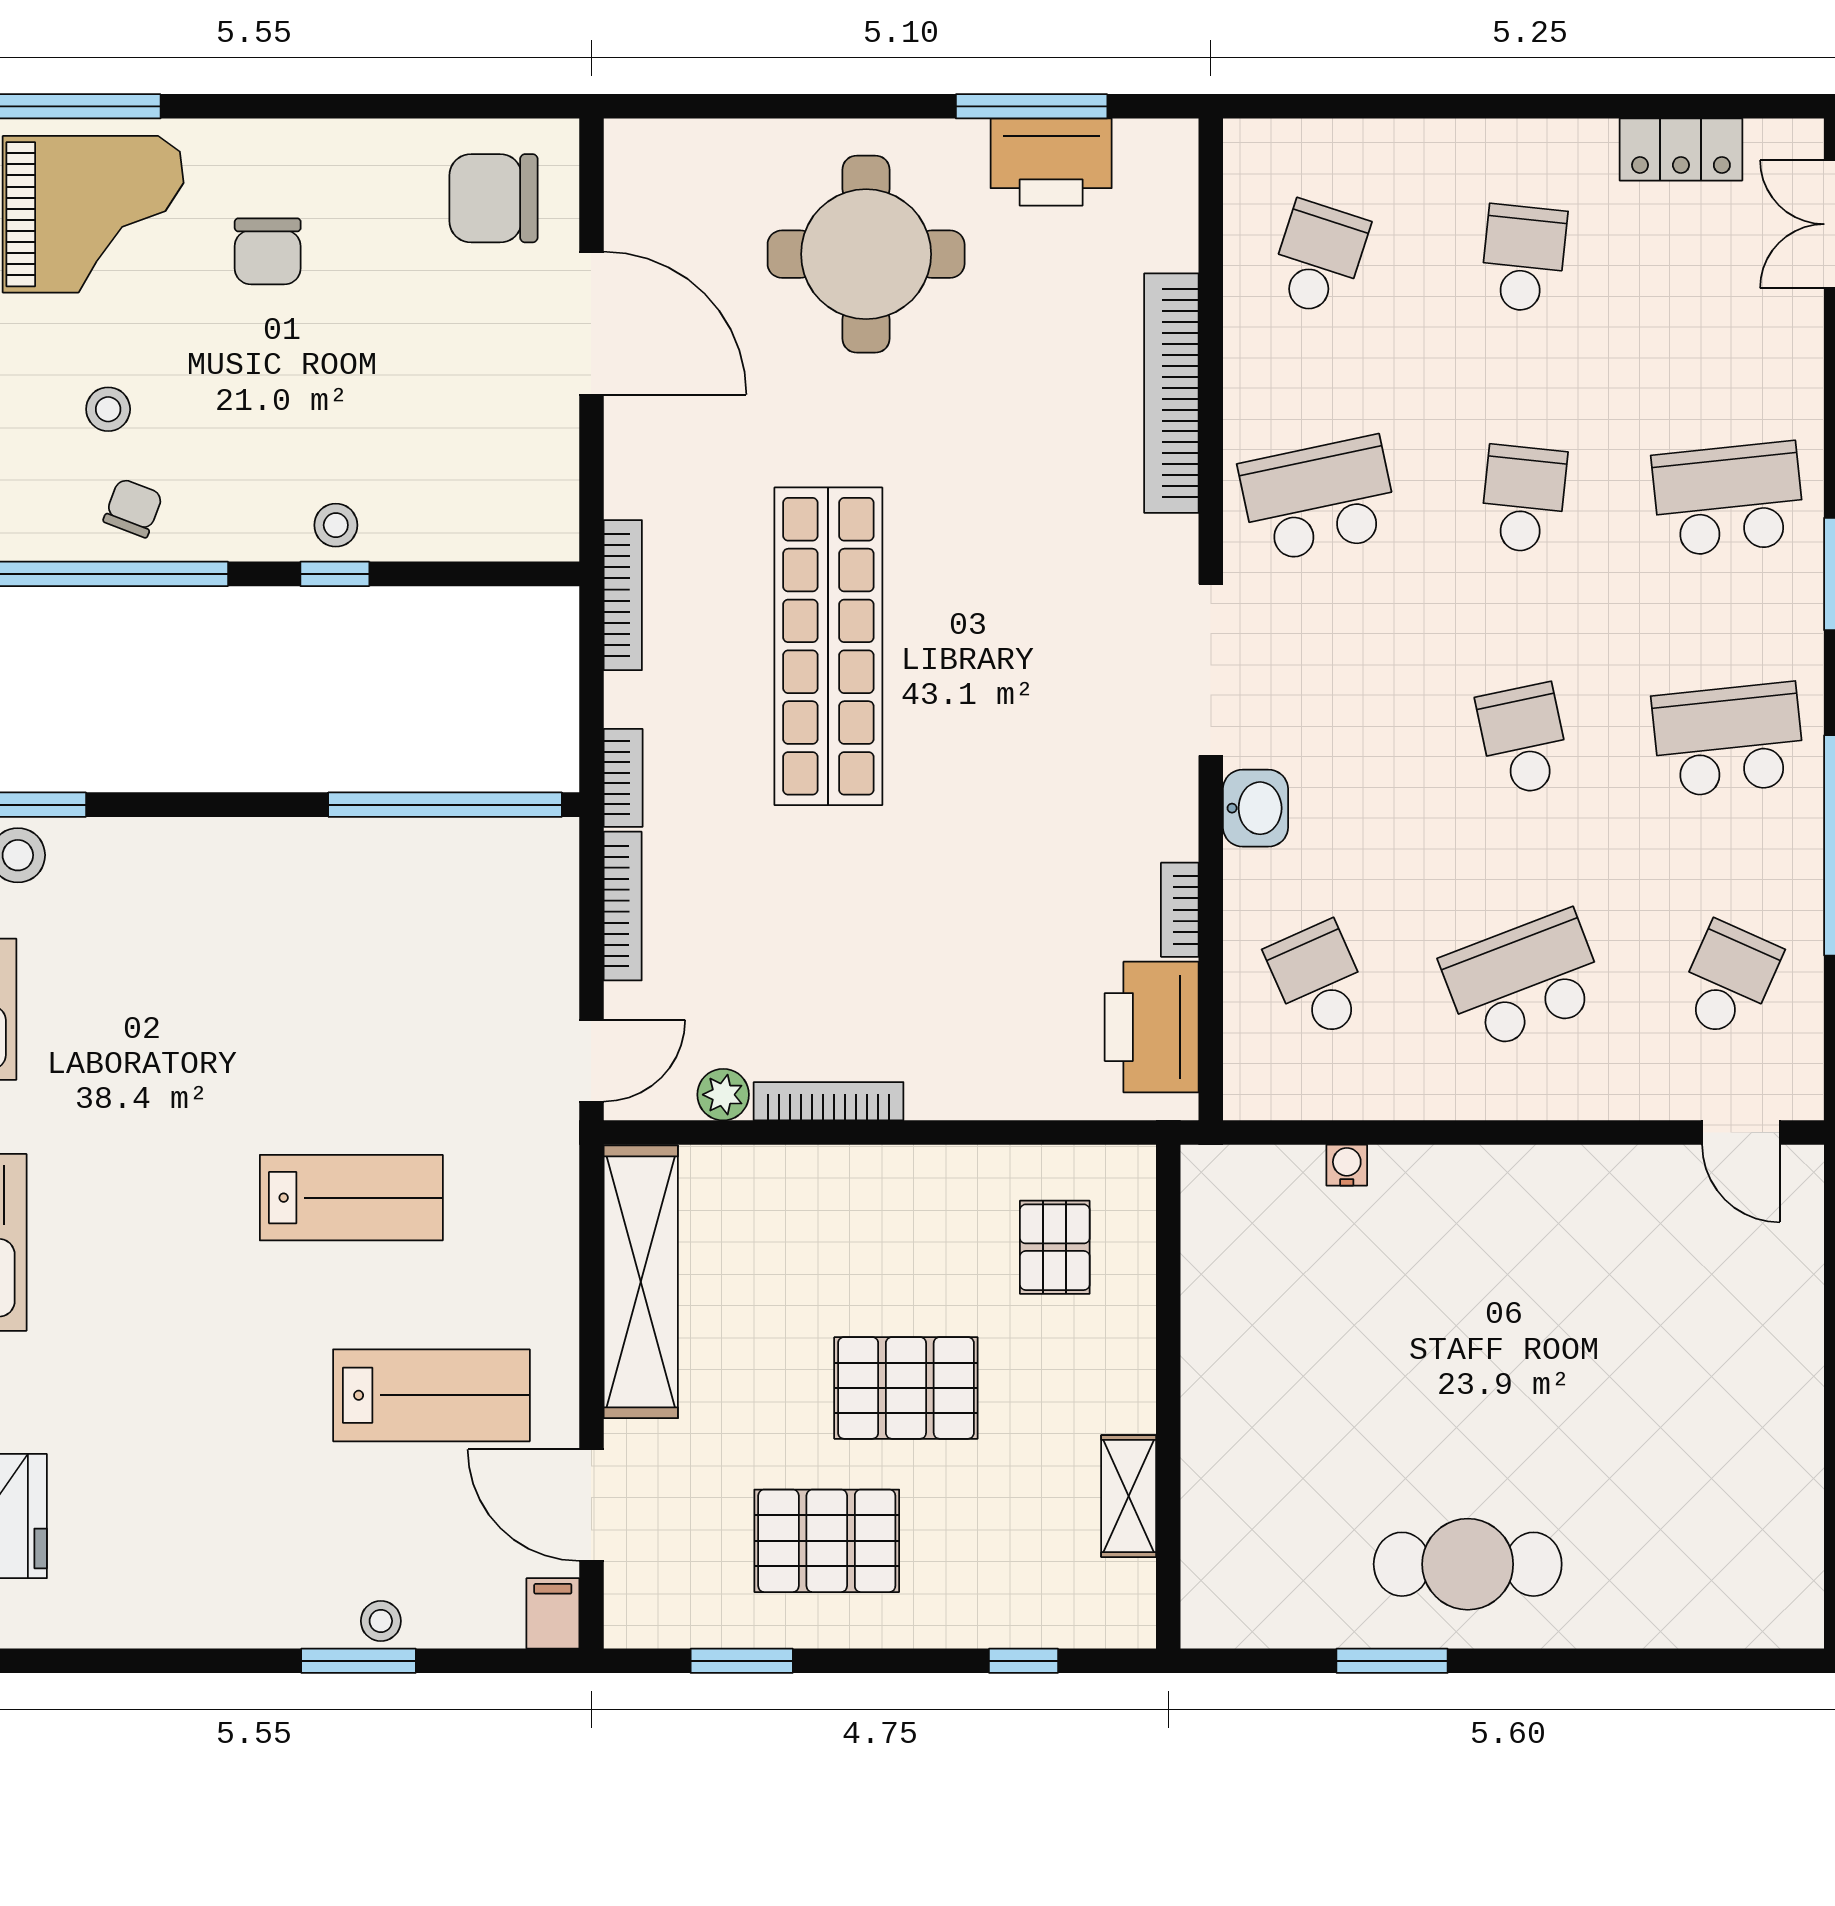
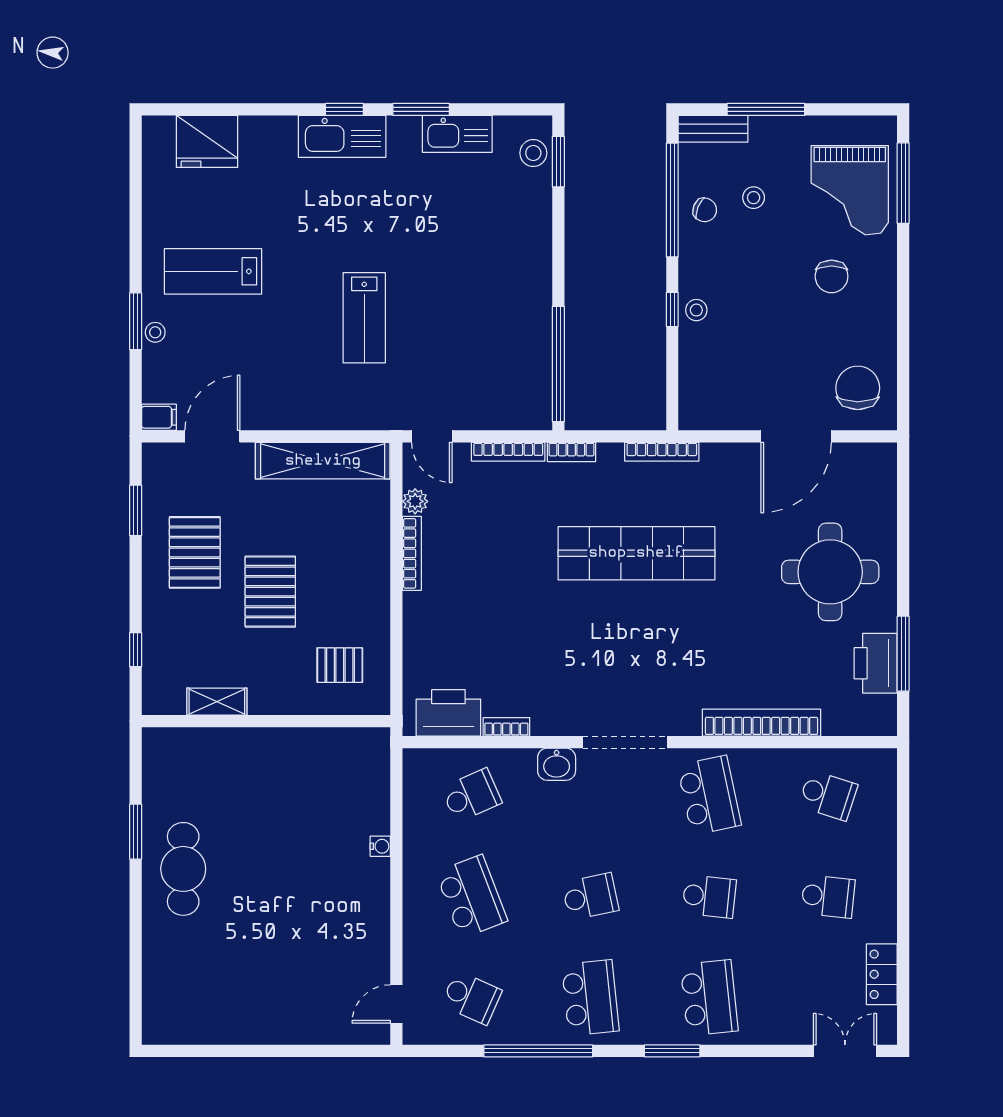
chair: (268, 251) -> (832, 276), turned -90
water cooler: (1347, 1165) -> (380, 846), moved
lab bench: (431, 1395) -> (213, 271), moved, turned 90

